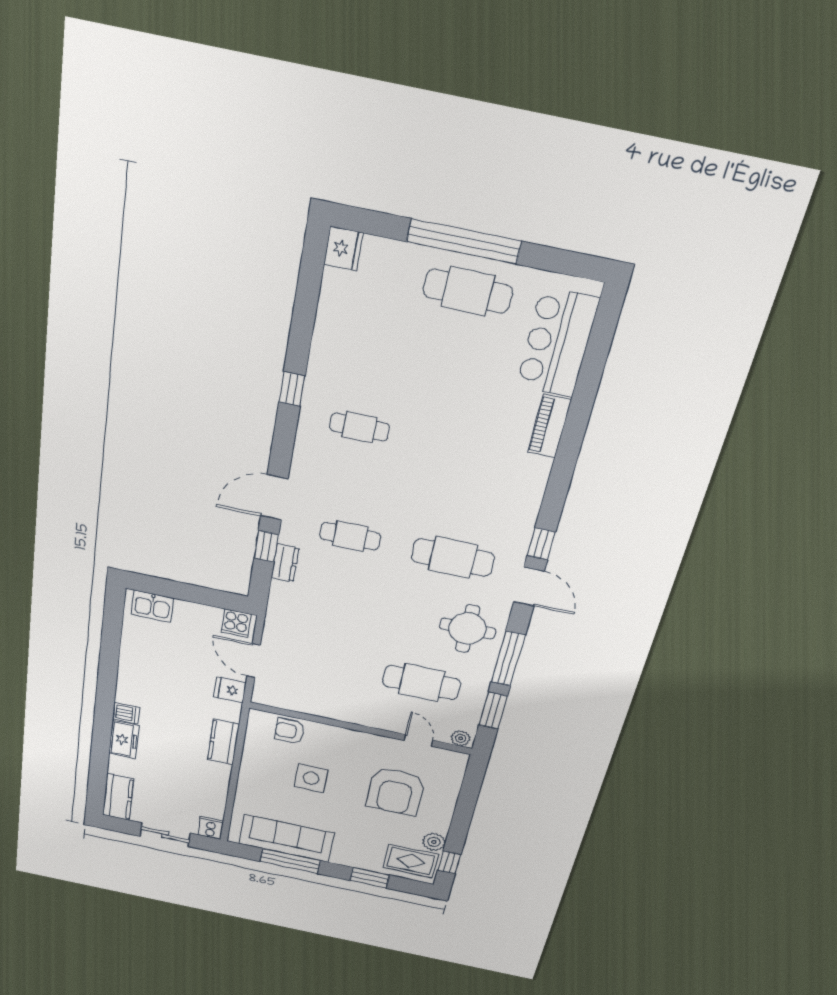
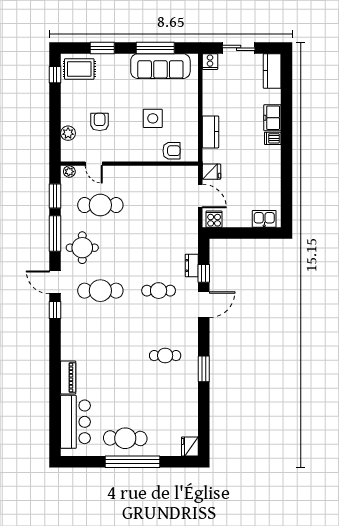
window: (292, 389) -> (204, 369), width x1.50
armchair: (396, 791) -> (100, 122), width x0.53, depth x0.53
plant: (434, 842) -> (68, 133), moved

